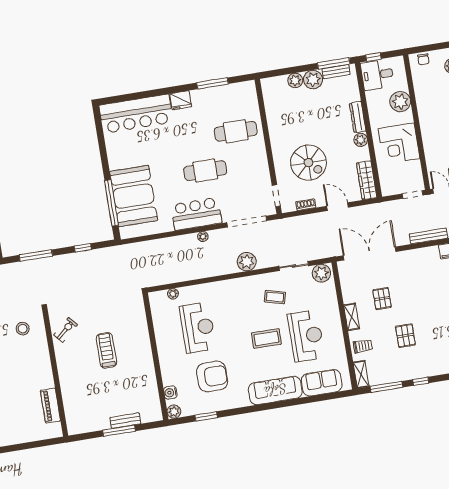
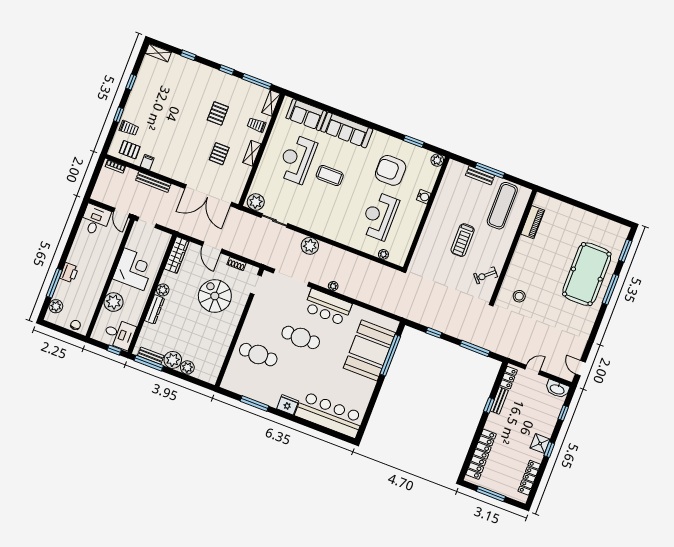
coffee table: (275, 297) -> (304, 205), removed
water cooler: (170, 393) -> (424, 197), moved
exercise mat: (88, 404) -> (502, 206), added

